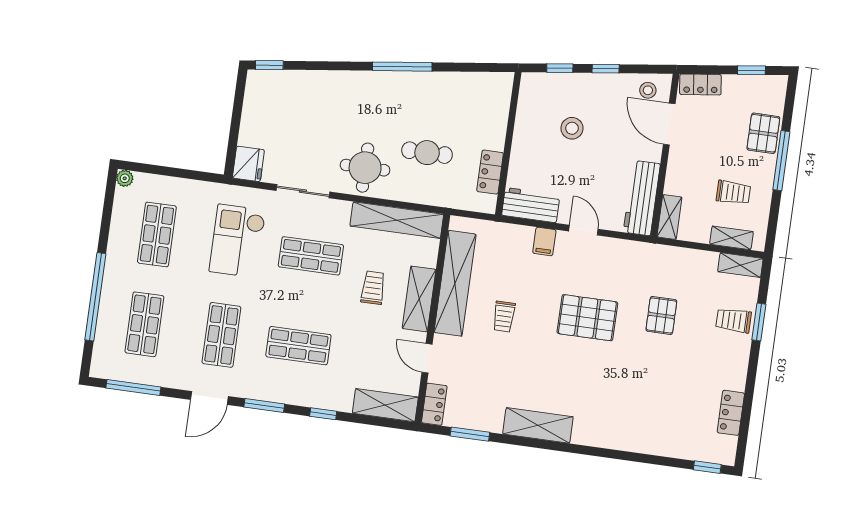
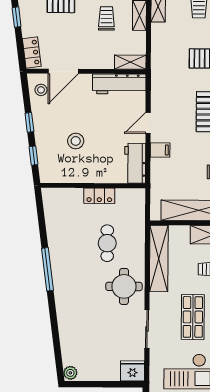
window: (269, 65) -> (59, 365), removed
plant: (257, 79) -> (70, 373), added
locker: (490, 172) -> (99, 196), moved

